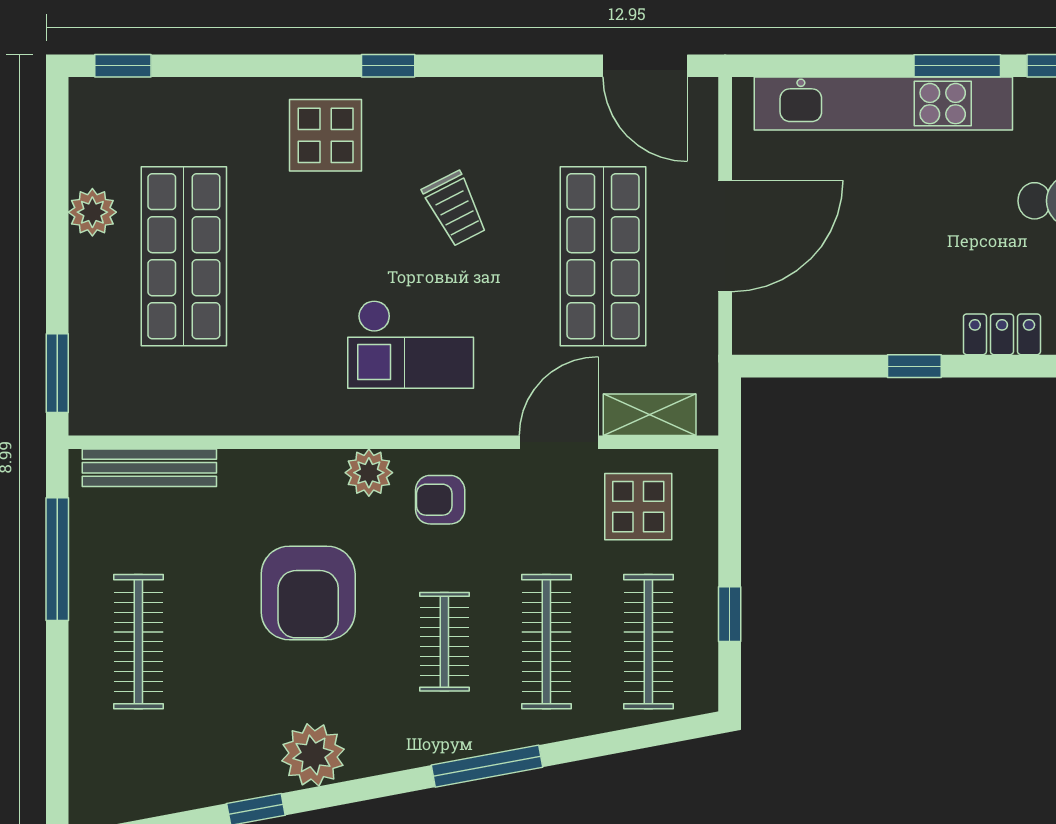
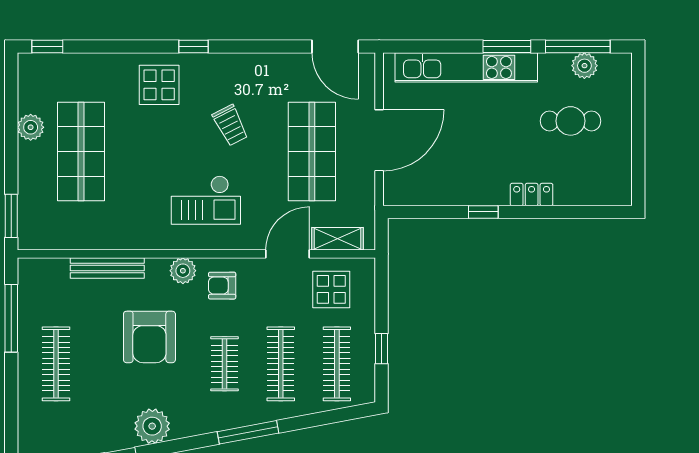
bench: (149, 468) -> (107, 268), moved

